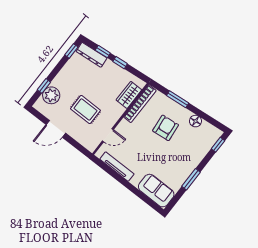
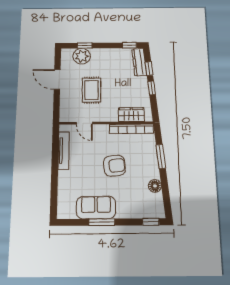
armchair: (166, 128) -> (114, 166), moved
sofa: (156, 191) -> (96, 207), moved, turned -90

